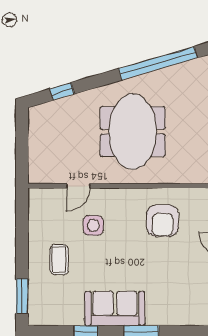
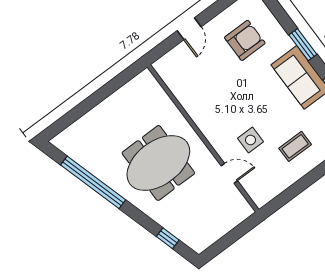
armchair: (162, 221) -> (245, 40), moved

